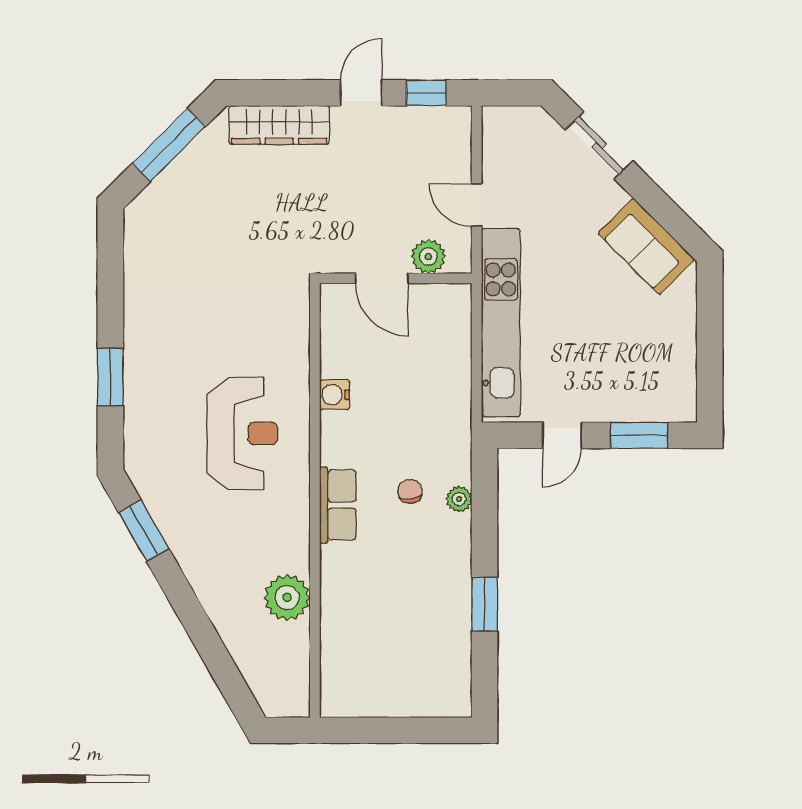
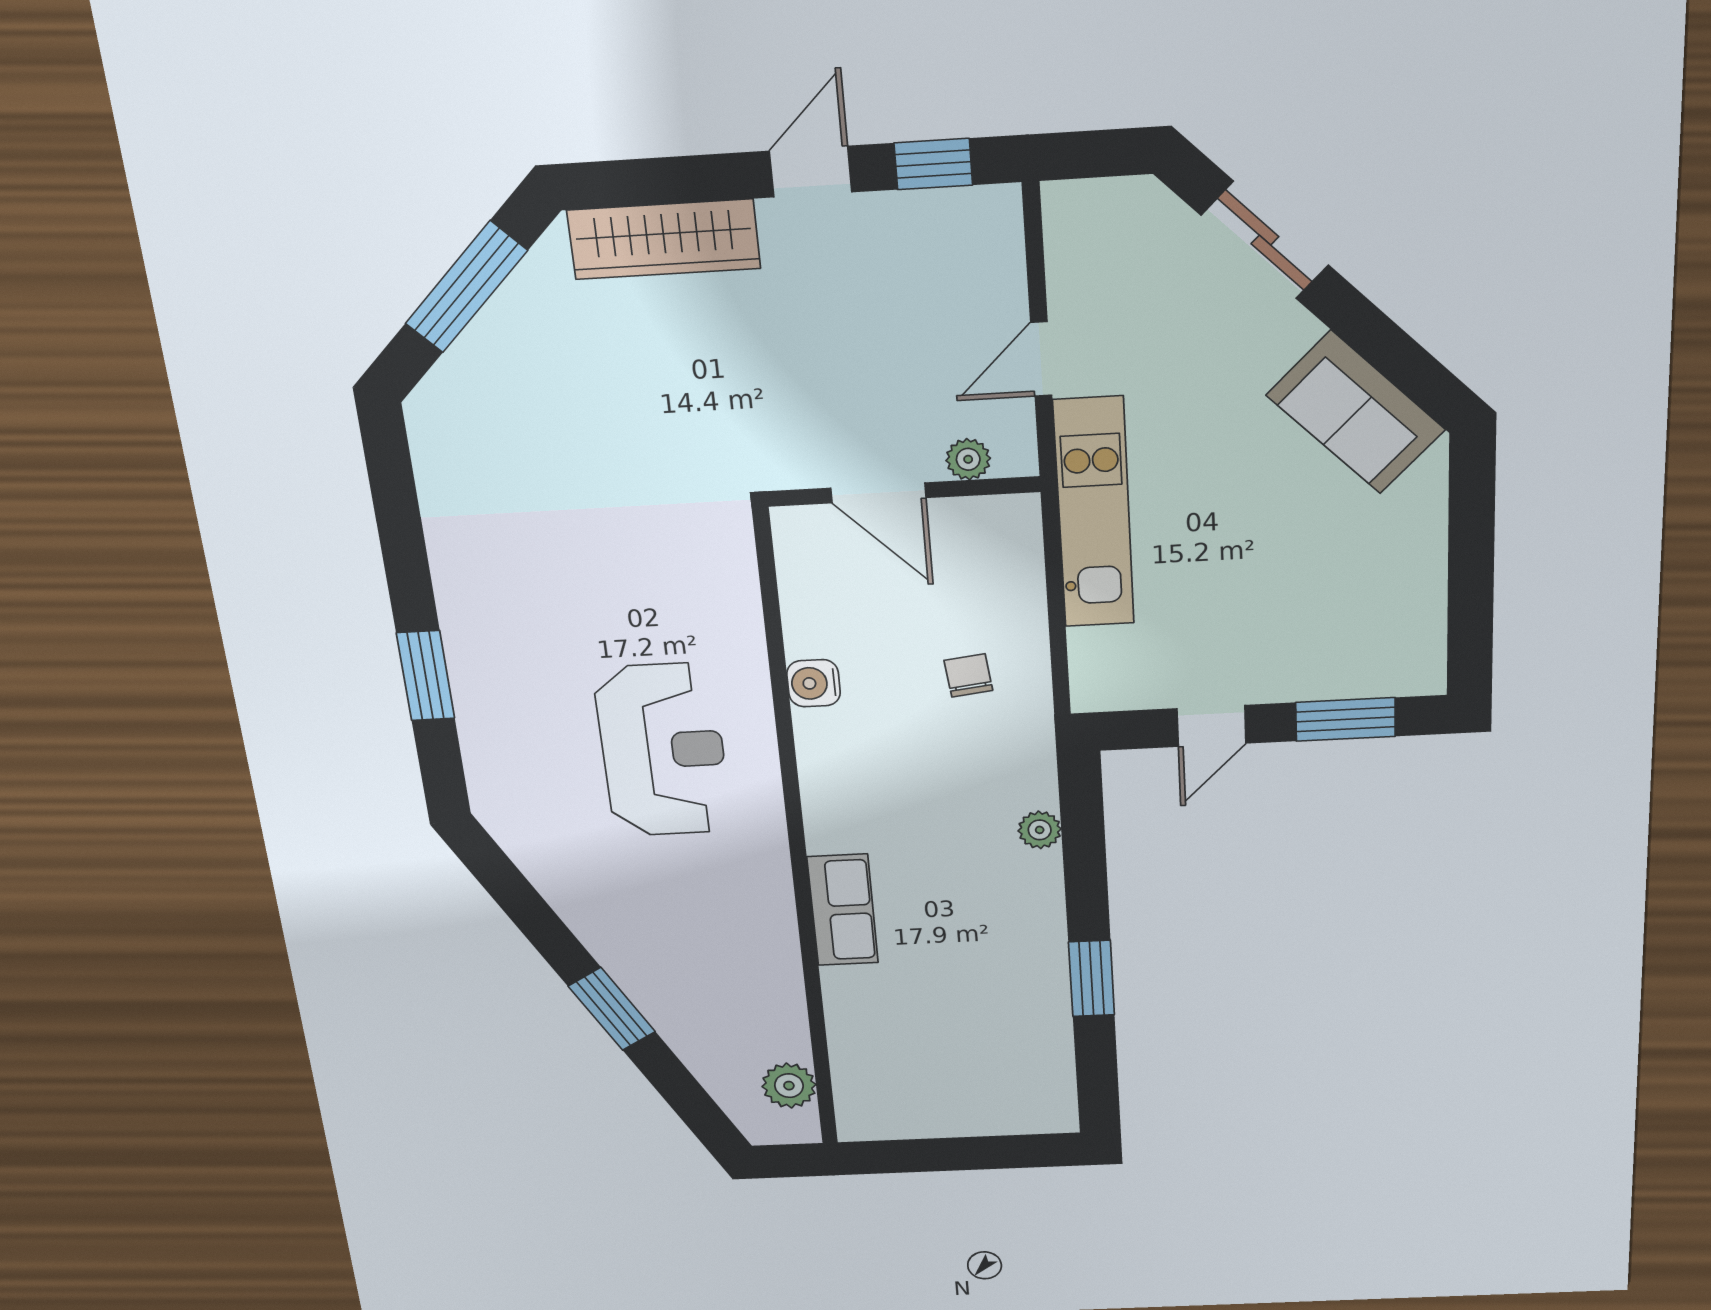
door: (477, 205) -> (1041, 359), hinge flipped
plant: (428, 257) -> (968, 459), width x0.73, depth x0.73
kitchen unit: (501, 323) -> (1094, 513), width x0.73
chair: (410, 491) -> (968, 675), moved
row of seats: (338, 505) -> (843, 910), moved
window: (144, 531) -> (612, 1009), moved
plant: (287, 597) -> (789, 1086), moved, width x0.73, depth x0.73

